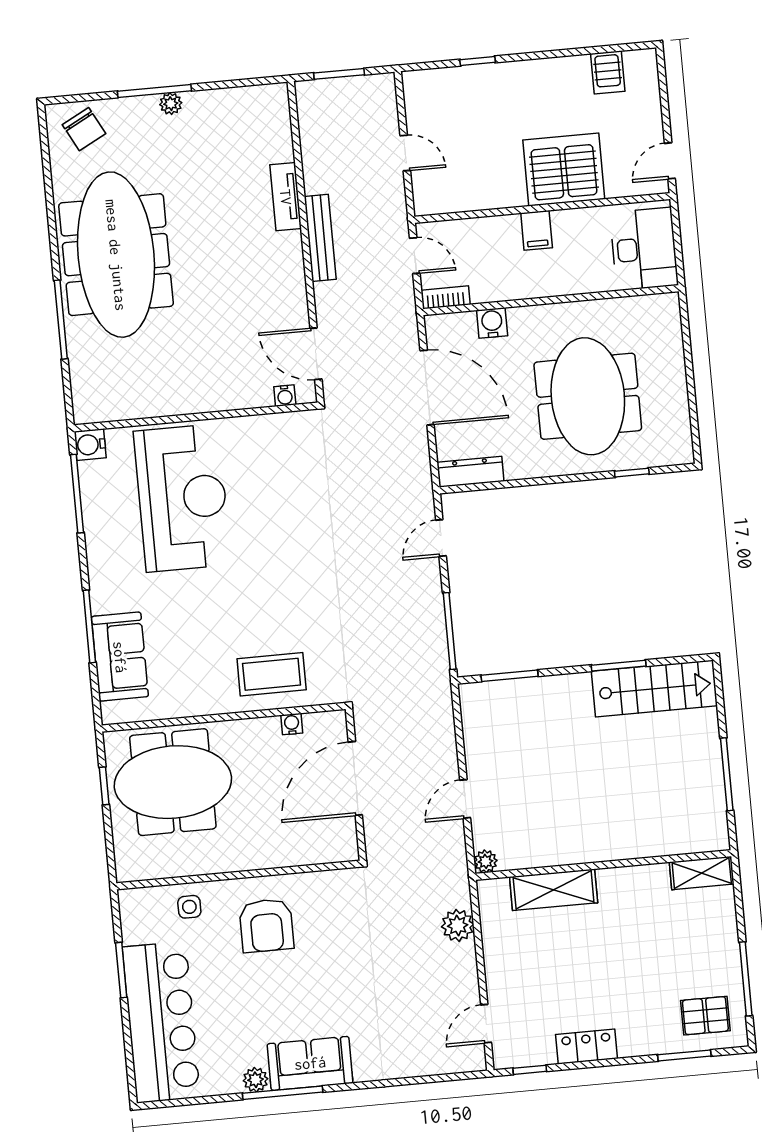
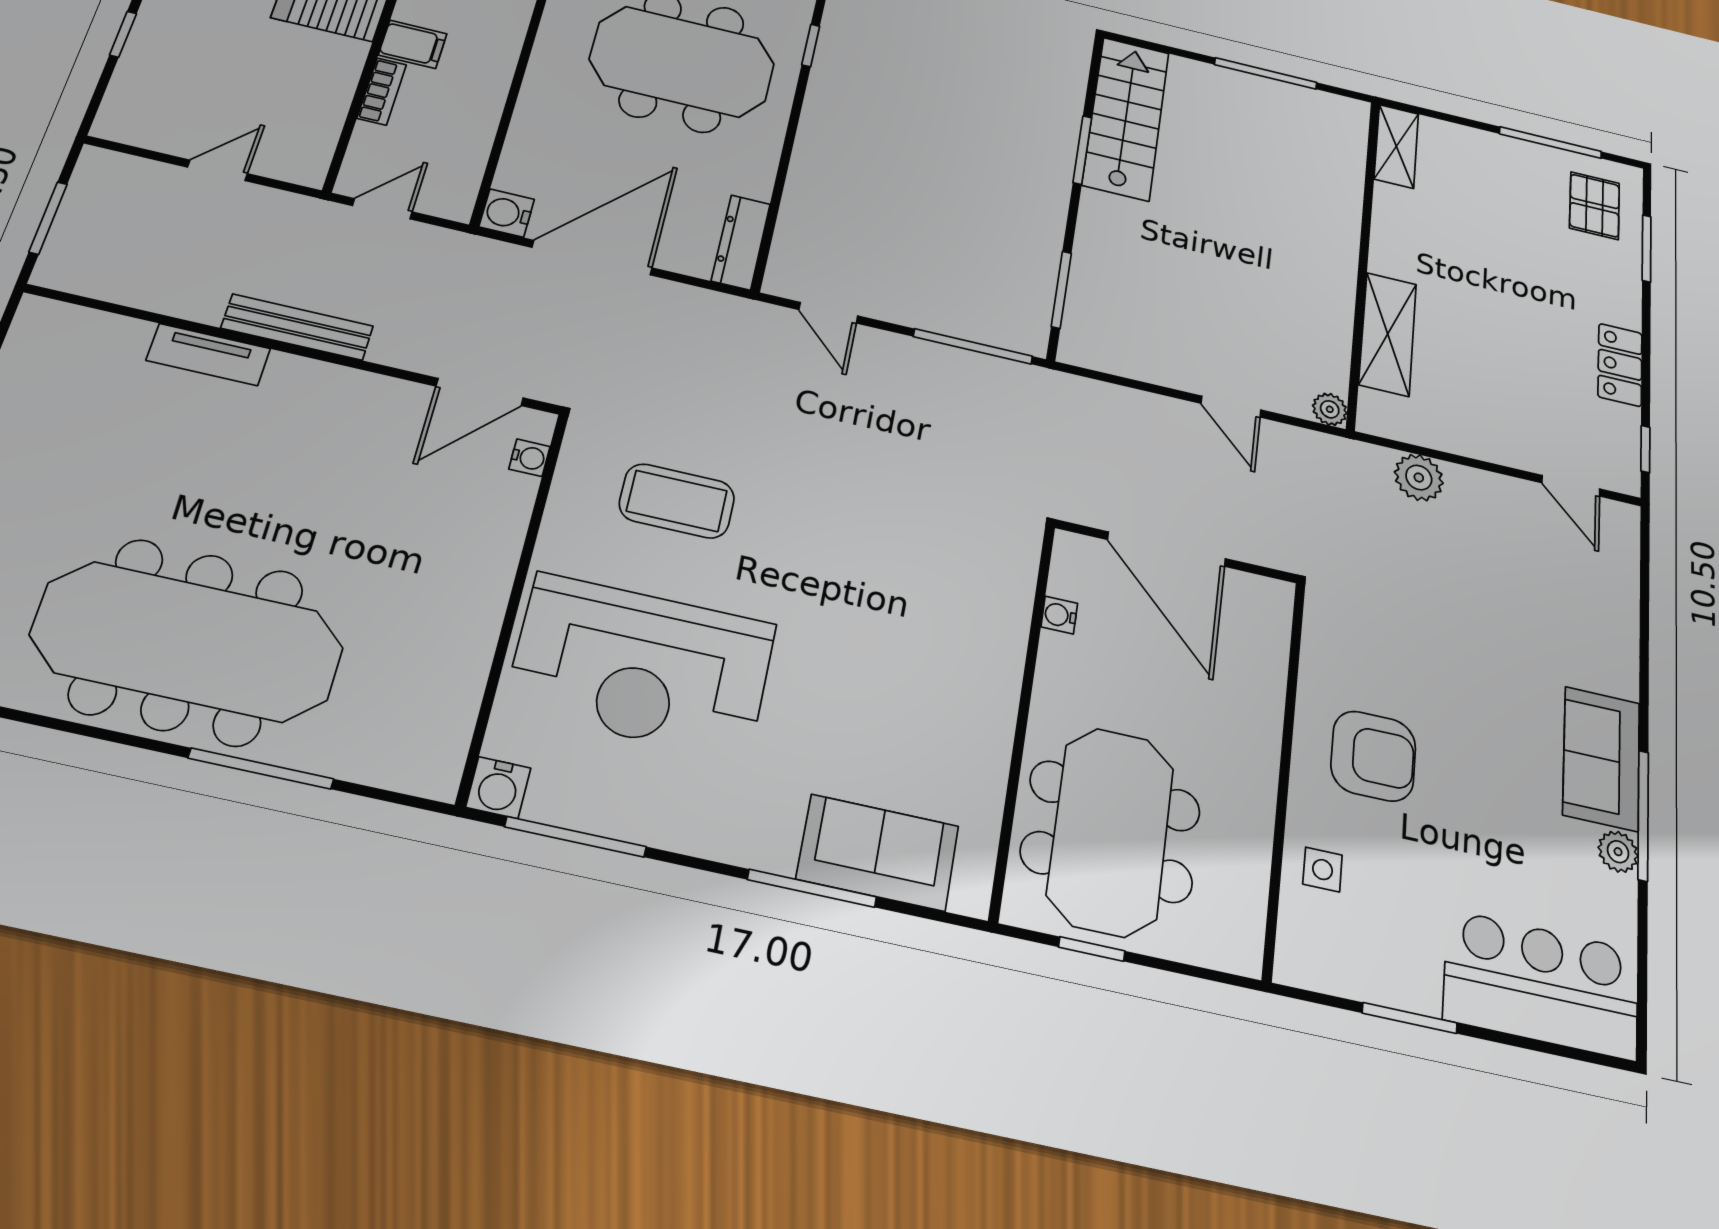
bookcase: (446, 297) -> (382, 91), moved, turned 180
water cooler: (492, 323) -> (507, 213), moved
reception desk: (182, 498) -> (641, 666), turned 180
coffee table: (272, 674) -> (677, 501), moved, turned 90
bar counter: (161, 1022) -> (1541, 985), width x0.73

